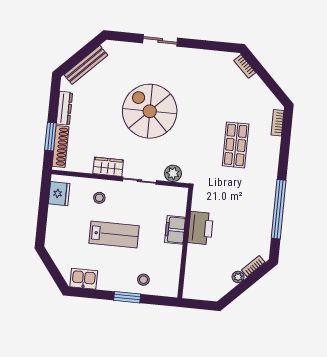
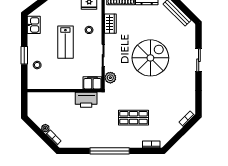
wardrobe: (108, 167) -> (110, 24), moved
window: (279, 209) -> (110, 151), moved
printer: (201, 228) -> (86, 100), moved
filing cabinet: (175, 230) -> (92, 83), moved

